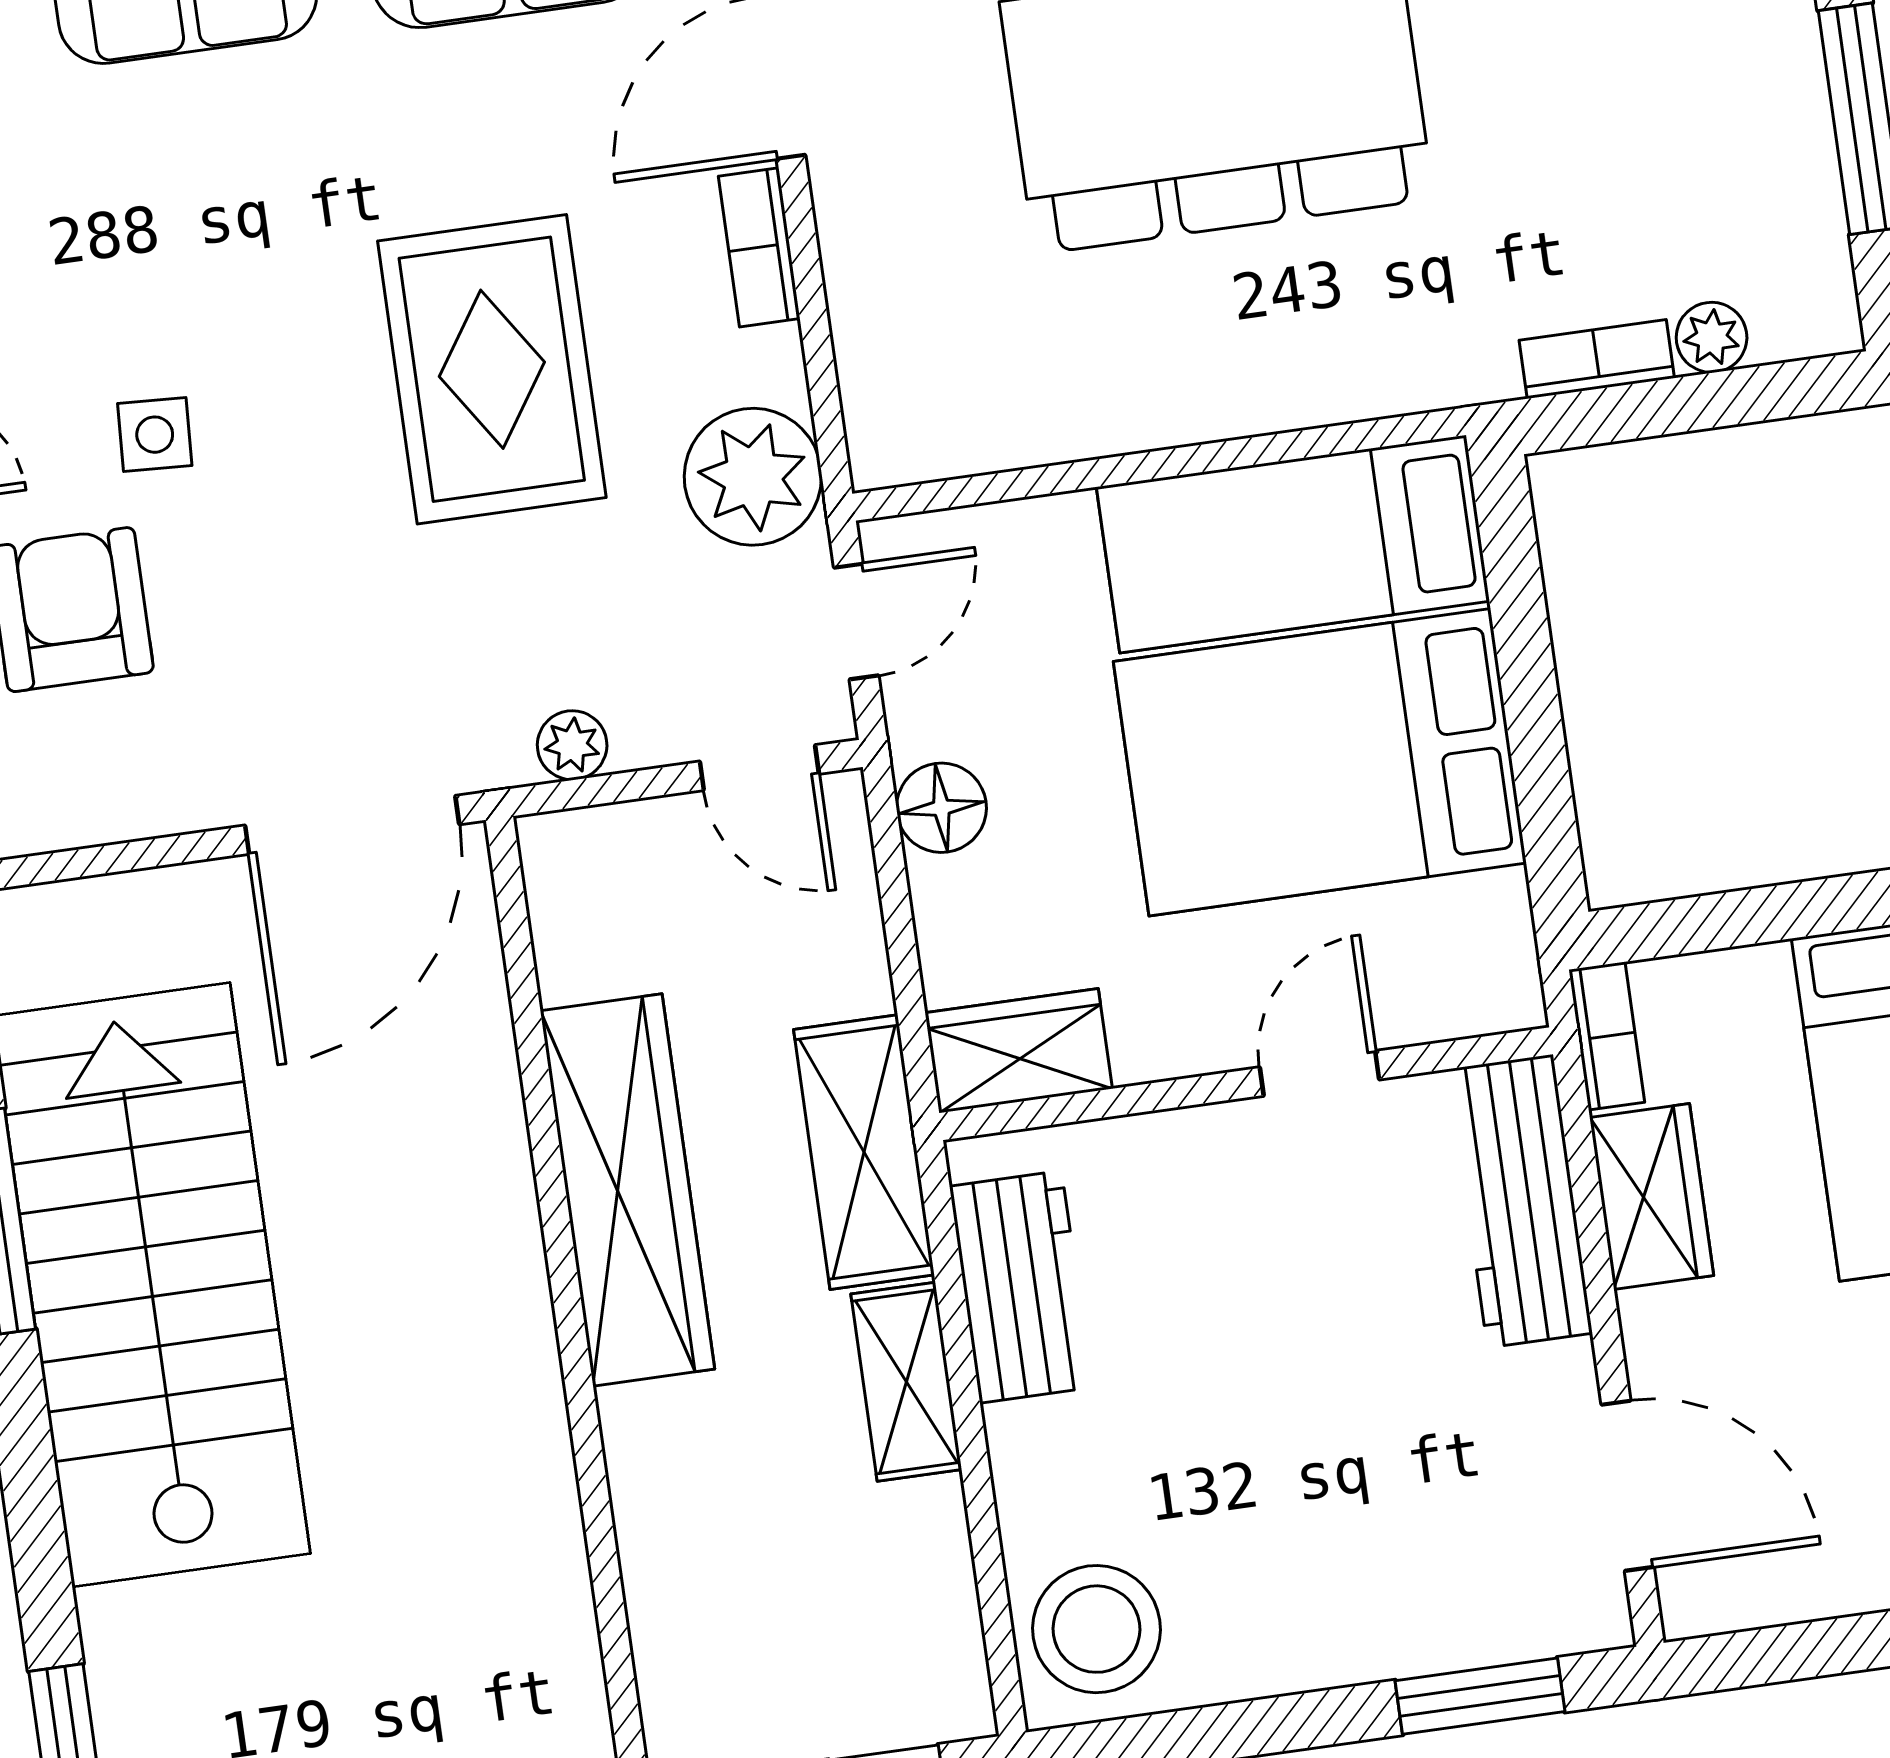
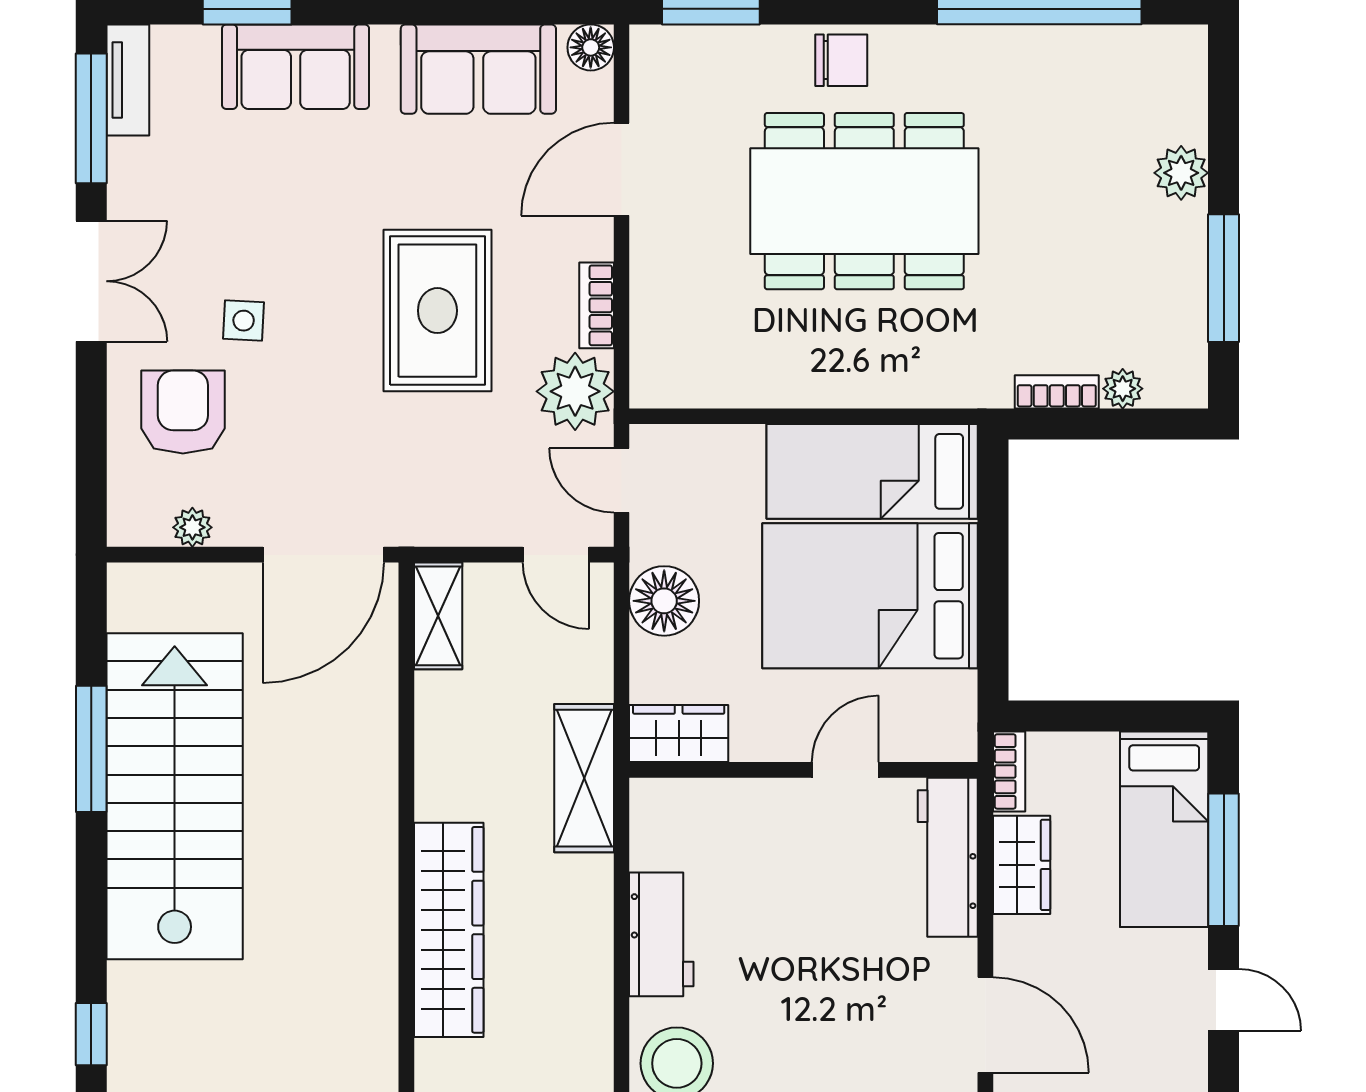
bookcase: (759, 247) -> (597, 305), moved
door: (856, 621) -> (622, 480), swing flipped
plant: (572, 745) -> (192, 527), moved
floor lamp: (941, 808) -> (664, 601), width x1.38, depth x1.38
wardrobe: (627, 1190) -> (449, 930), moved
workbench: (1021, 1287) -> (661, 934), moved
shelving: (906, 1382) -> (438, 616), moved

